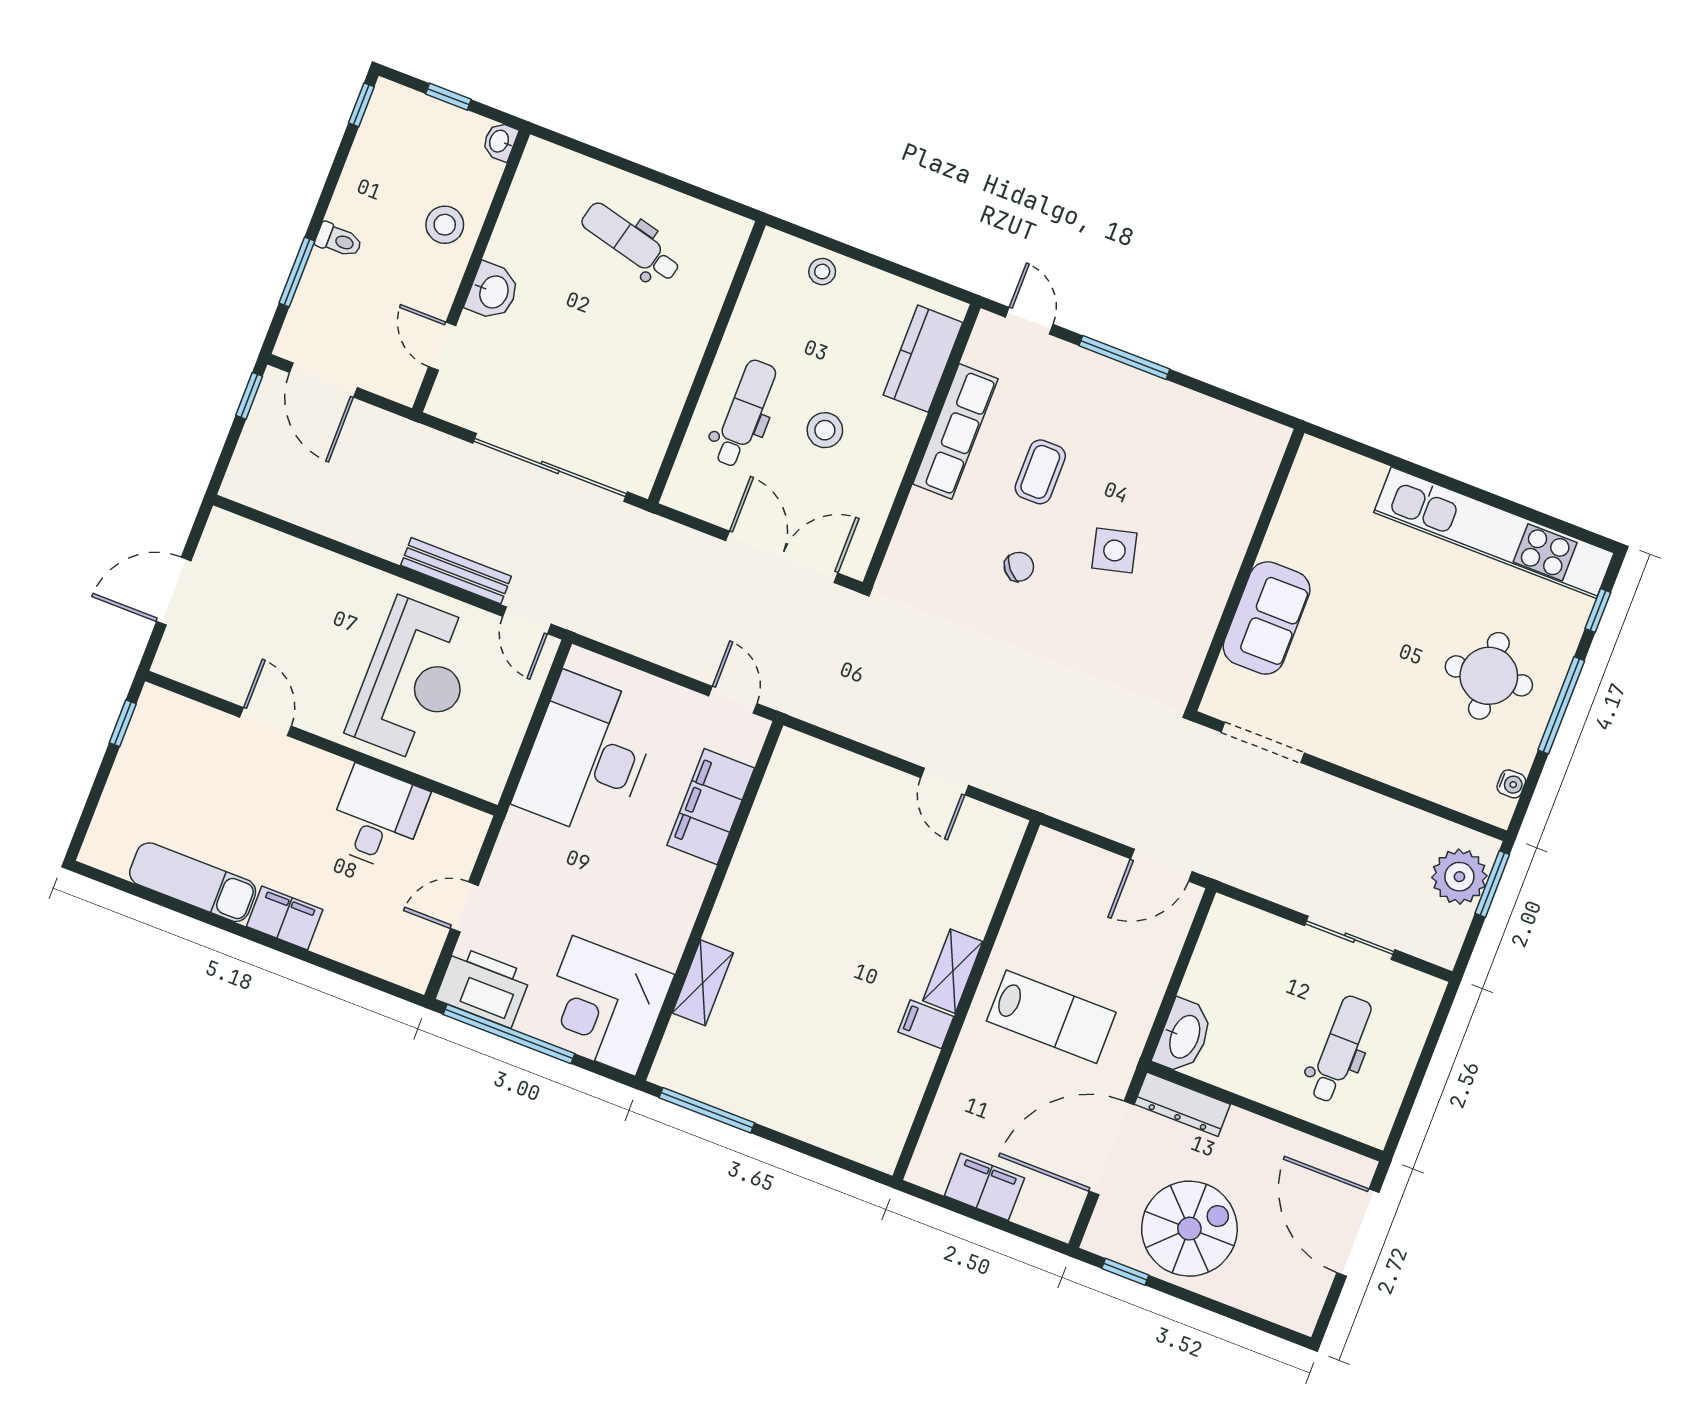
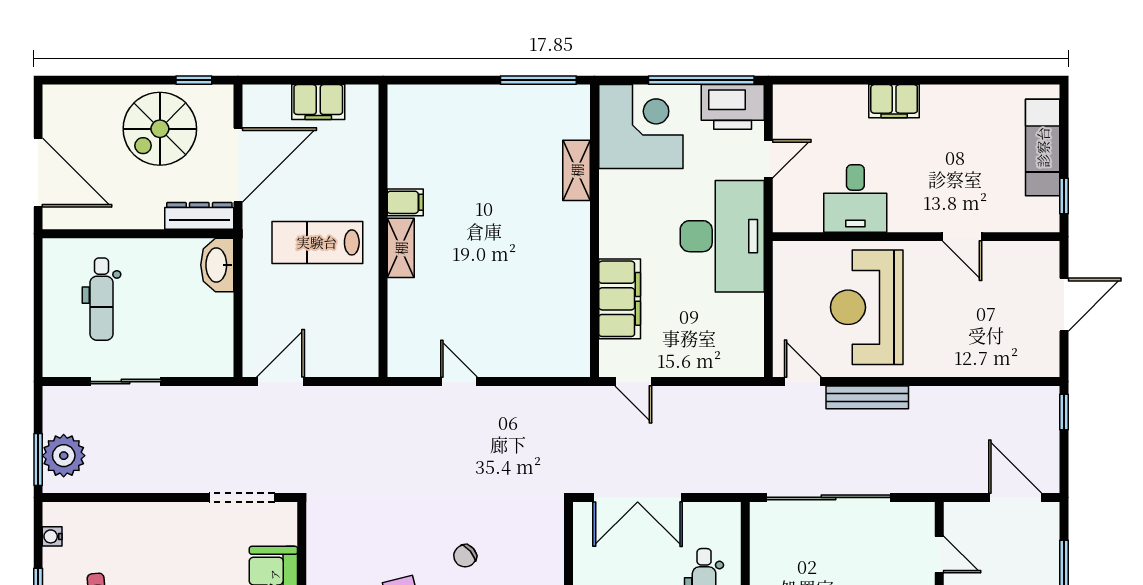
window: (249, 396) -> (1064, 412), moved
desk: (587, 756) -> (722, 236), moved
exam couch: (193, 882) -> (1043, 147), moved, turned 90

